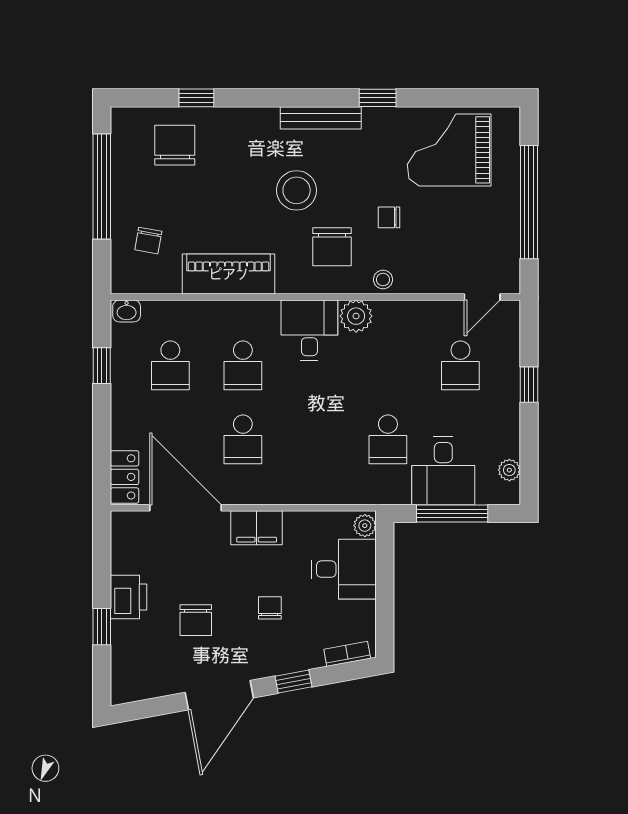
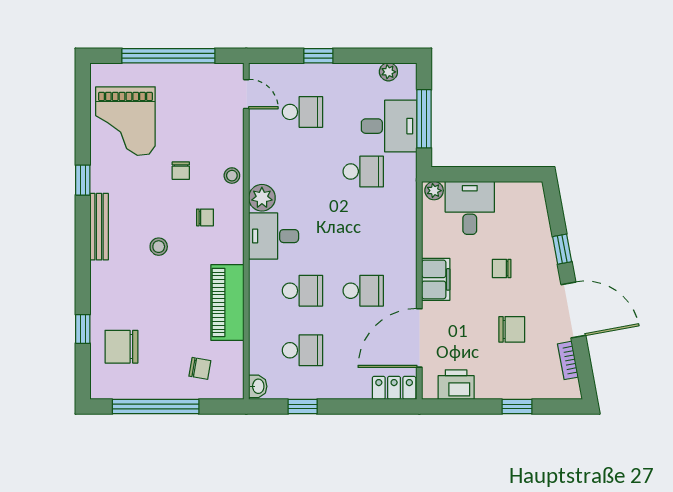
stool: (297, 190) -> (159, 247), width x0.53, depth x0.53
chair: (332, 247) -> (205, 217), width x0.54, depth x0.54
printer: (129, 597) -> (456, 385), moved
bookcase: (347, 654) -> (568, 360), moved

